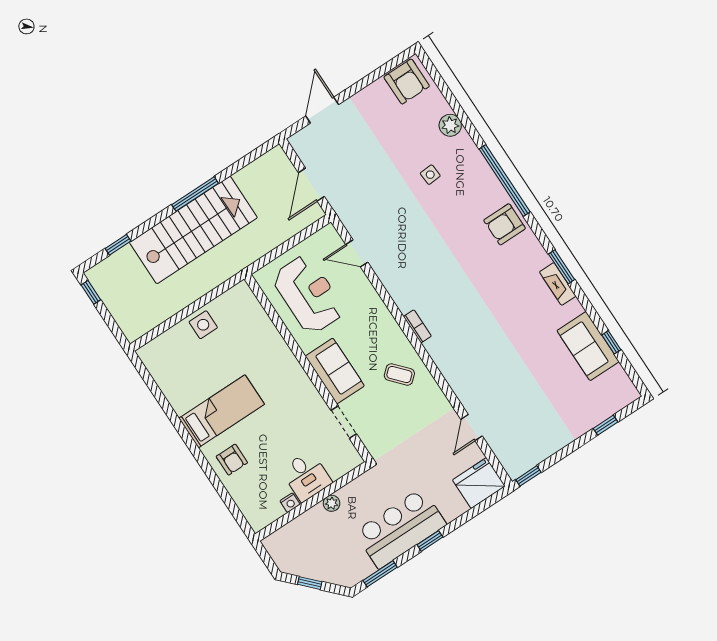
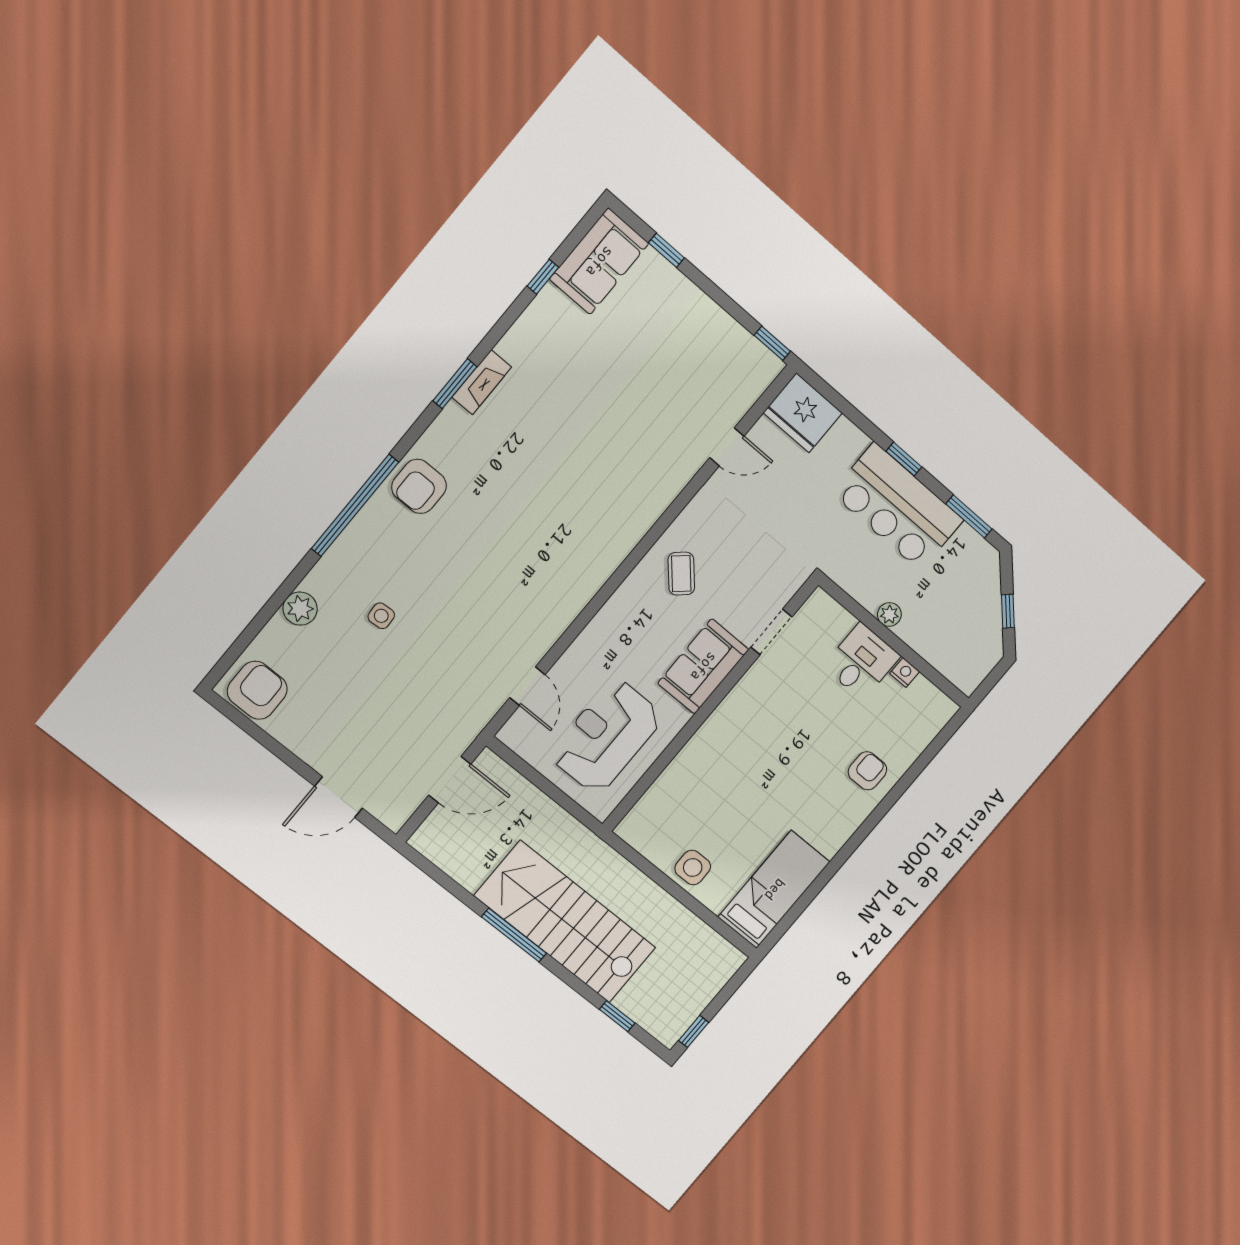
armchair: (505, 224) -> (419, 486), turned 90
bookcase: (417, 326) -> (605, 569), removed
sofa: (588, 346) -> (599, 261), moved
bed: (222, 411) -> (774, 889), moved, turned 90

